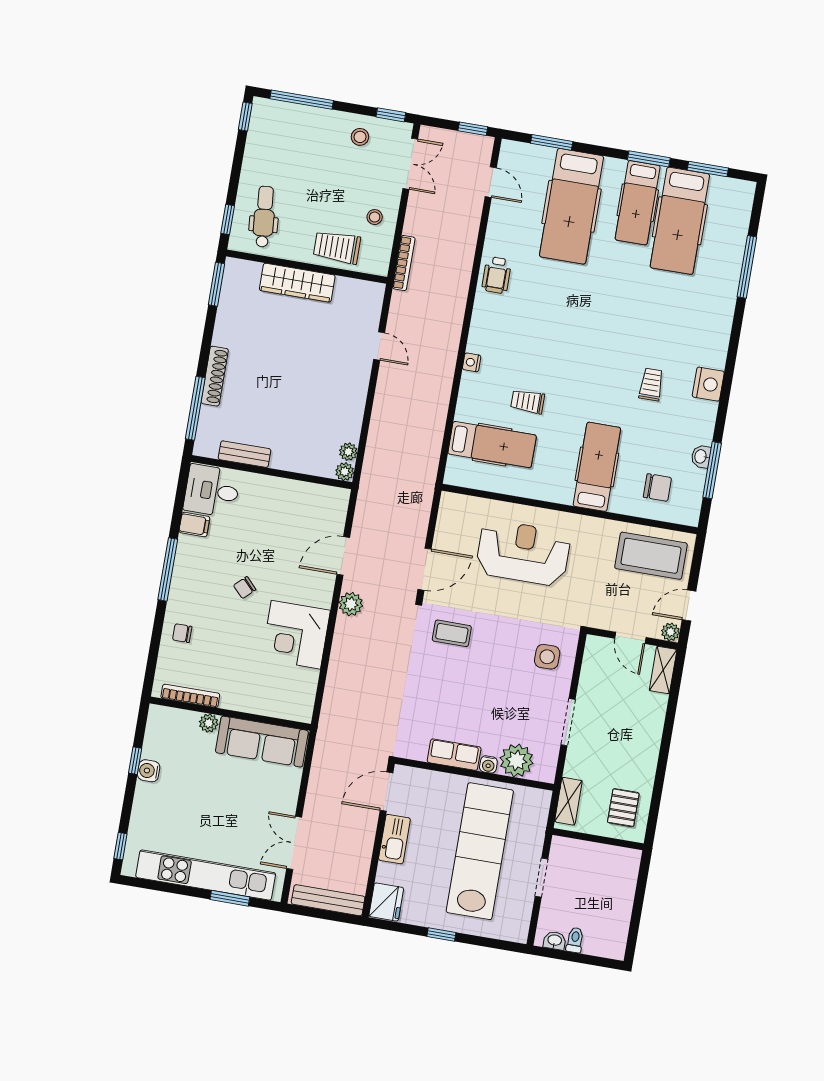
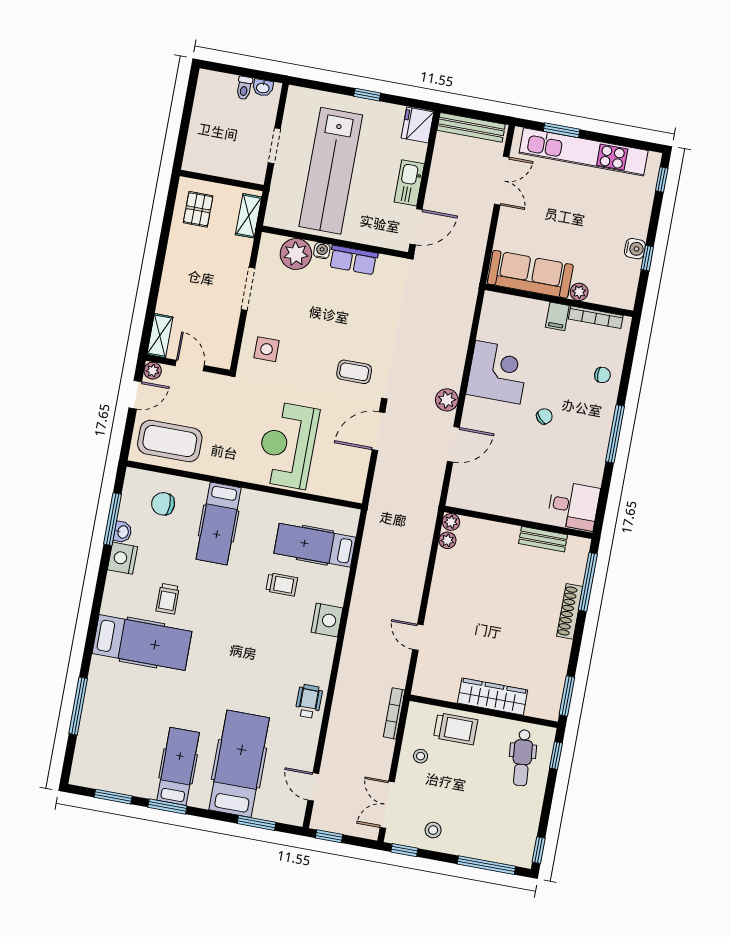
hospital bed: (680, 221) -> (142, 642), moved, turned 90
nightstand: (472, 362) -> (327, 620), width x1.89, depth x1.79
nightstand: (708, 384) -> (122, 558), moved
filing cabinet: (194, 525) -> (557, 316), moved, turned -90
reception desk: (523, 553) -> (287, 445), turned 90

